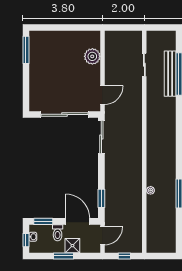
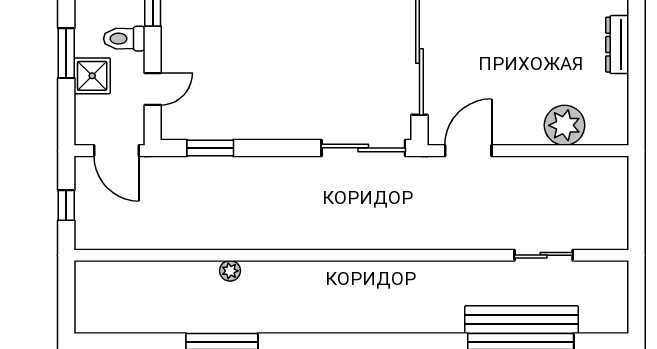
dresser: (60, 35) -> (617, 45), added
door: (102, 95) -> (468, 151), swing flipped
door: (78, 221) -> (153, 89), width x0.53

